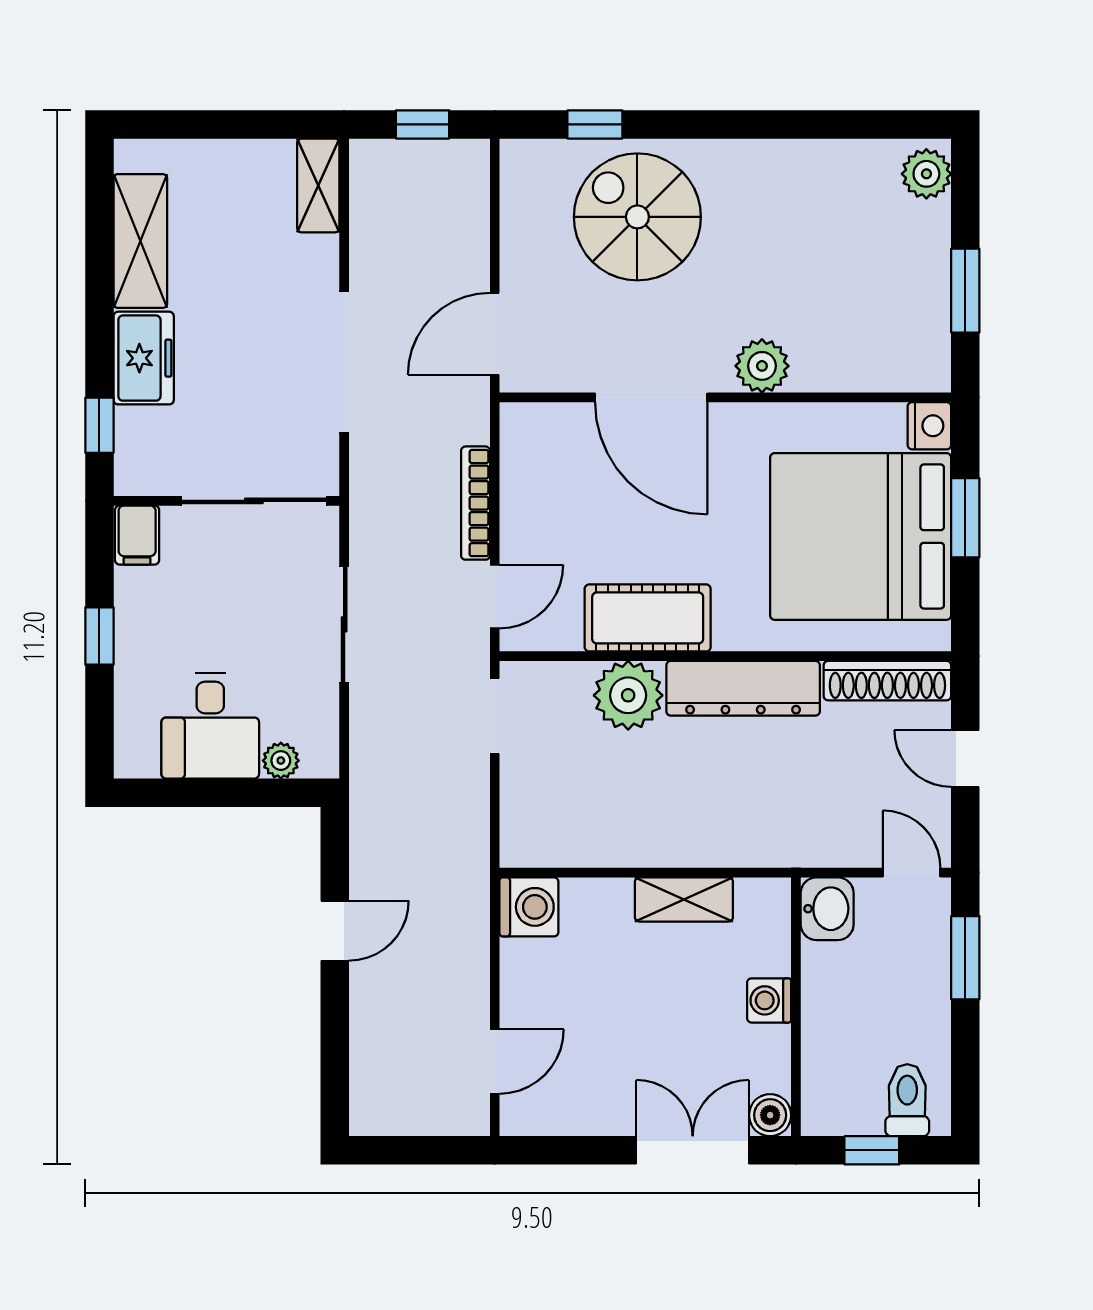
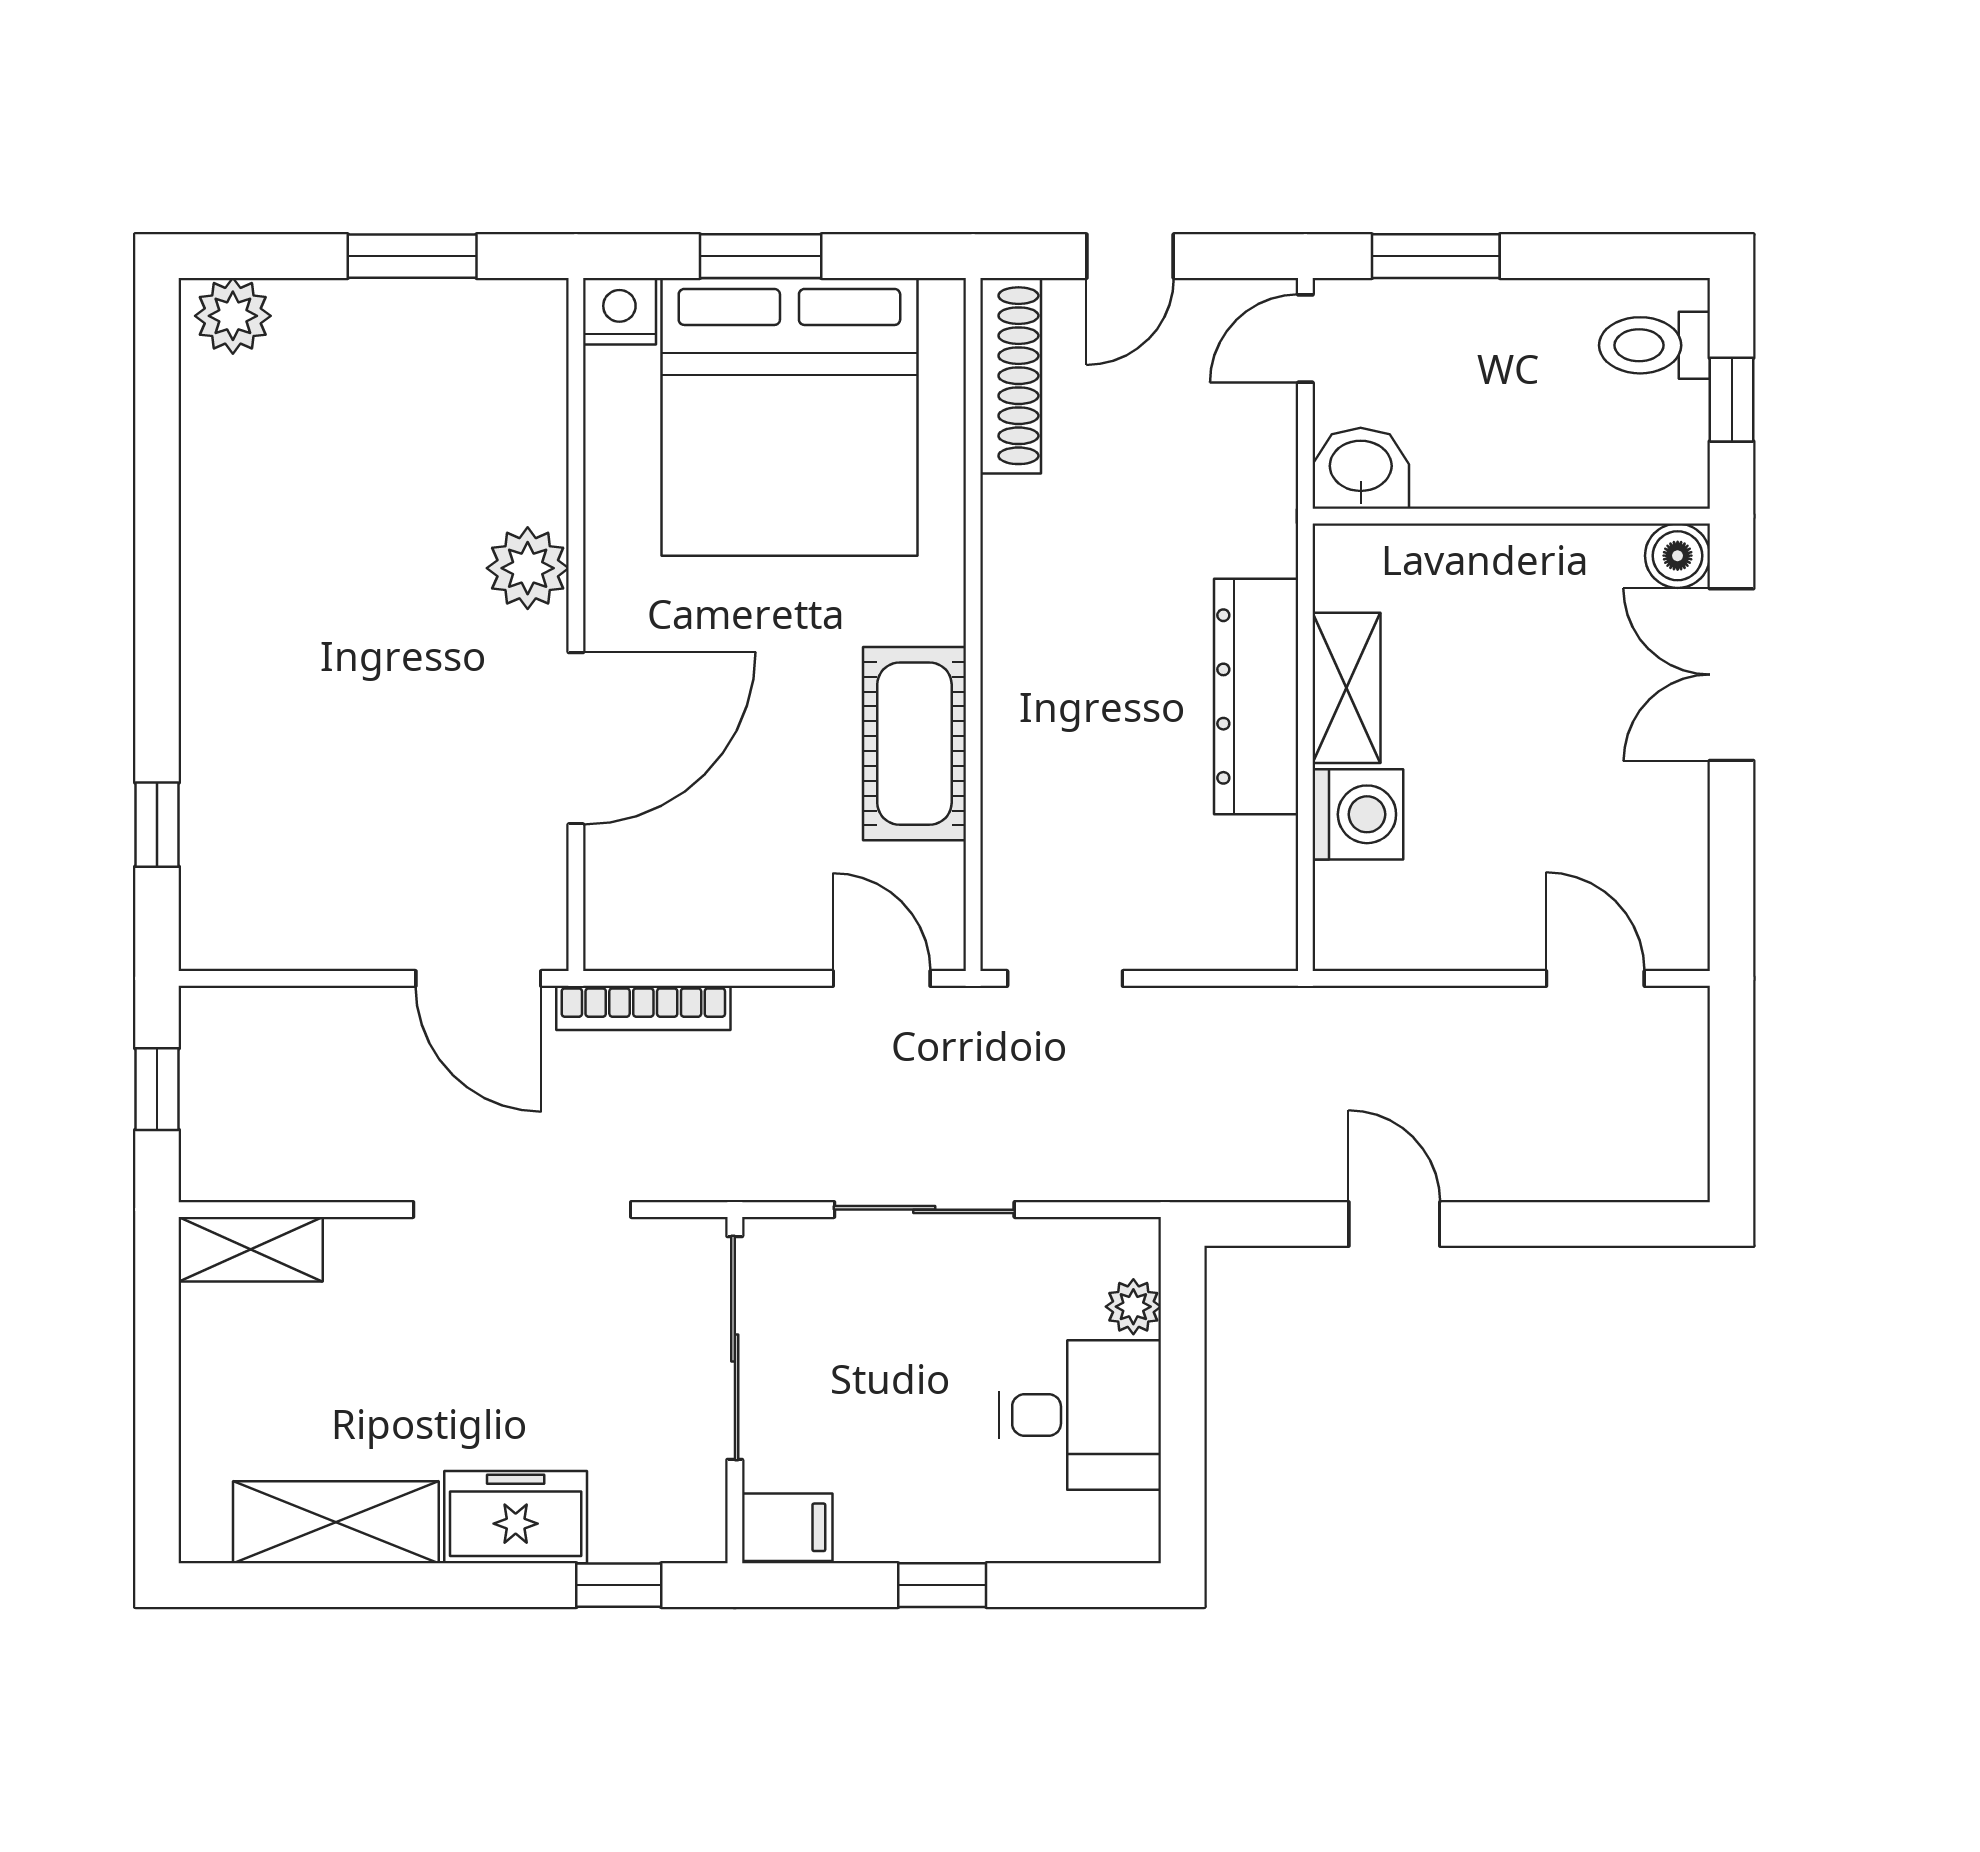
spiral stairs: (637, 217) -> (299, 759), removed
bookcase: (476, 503) -> (643, 1008), moved
dresser: (743, 688) -> (1256, 697), moved, turned 180
plant: (628, 695) -> (1033, 774), removed
washing machine: (529, 907) -> (1358, 814), moved, turned 90
washing machine: (769, 1000) -> (1501, 557), removed

